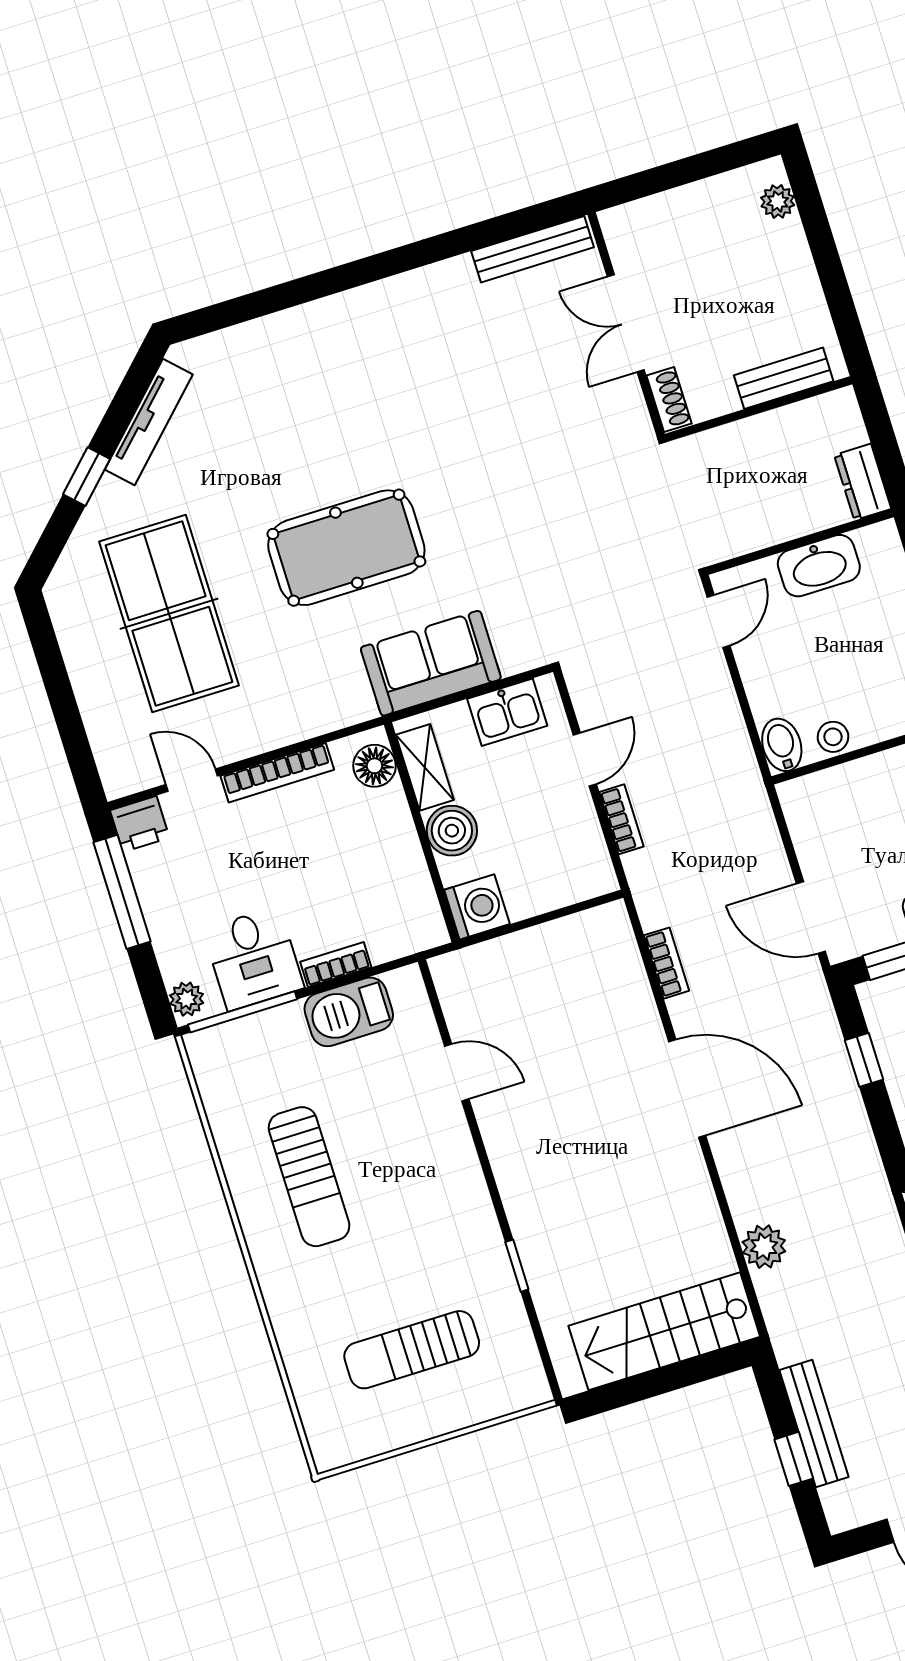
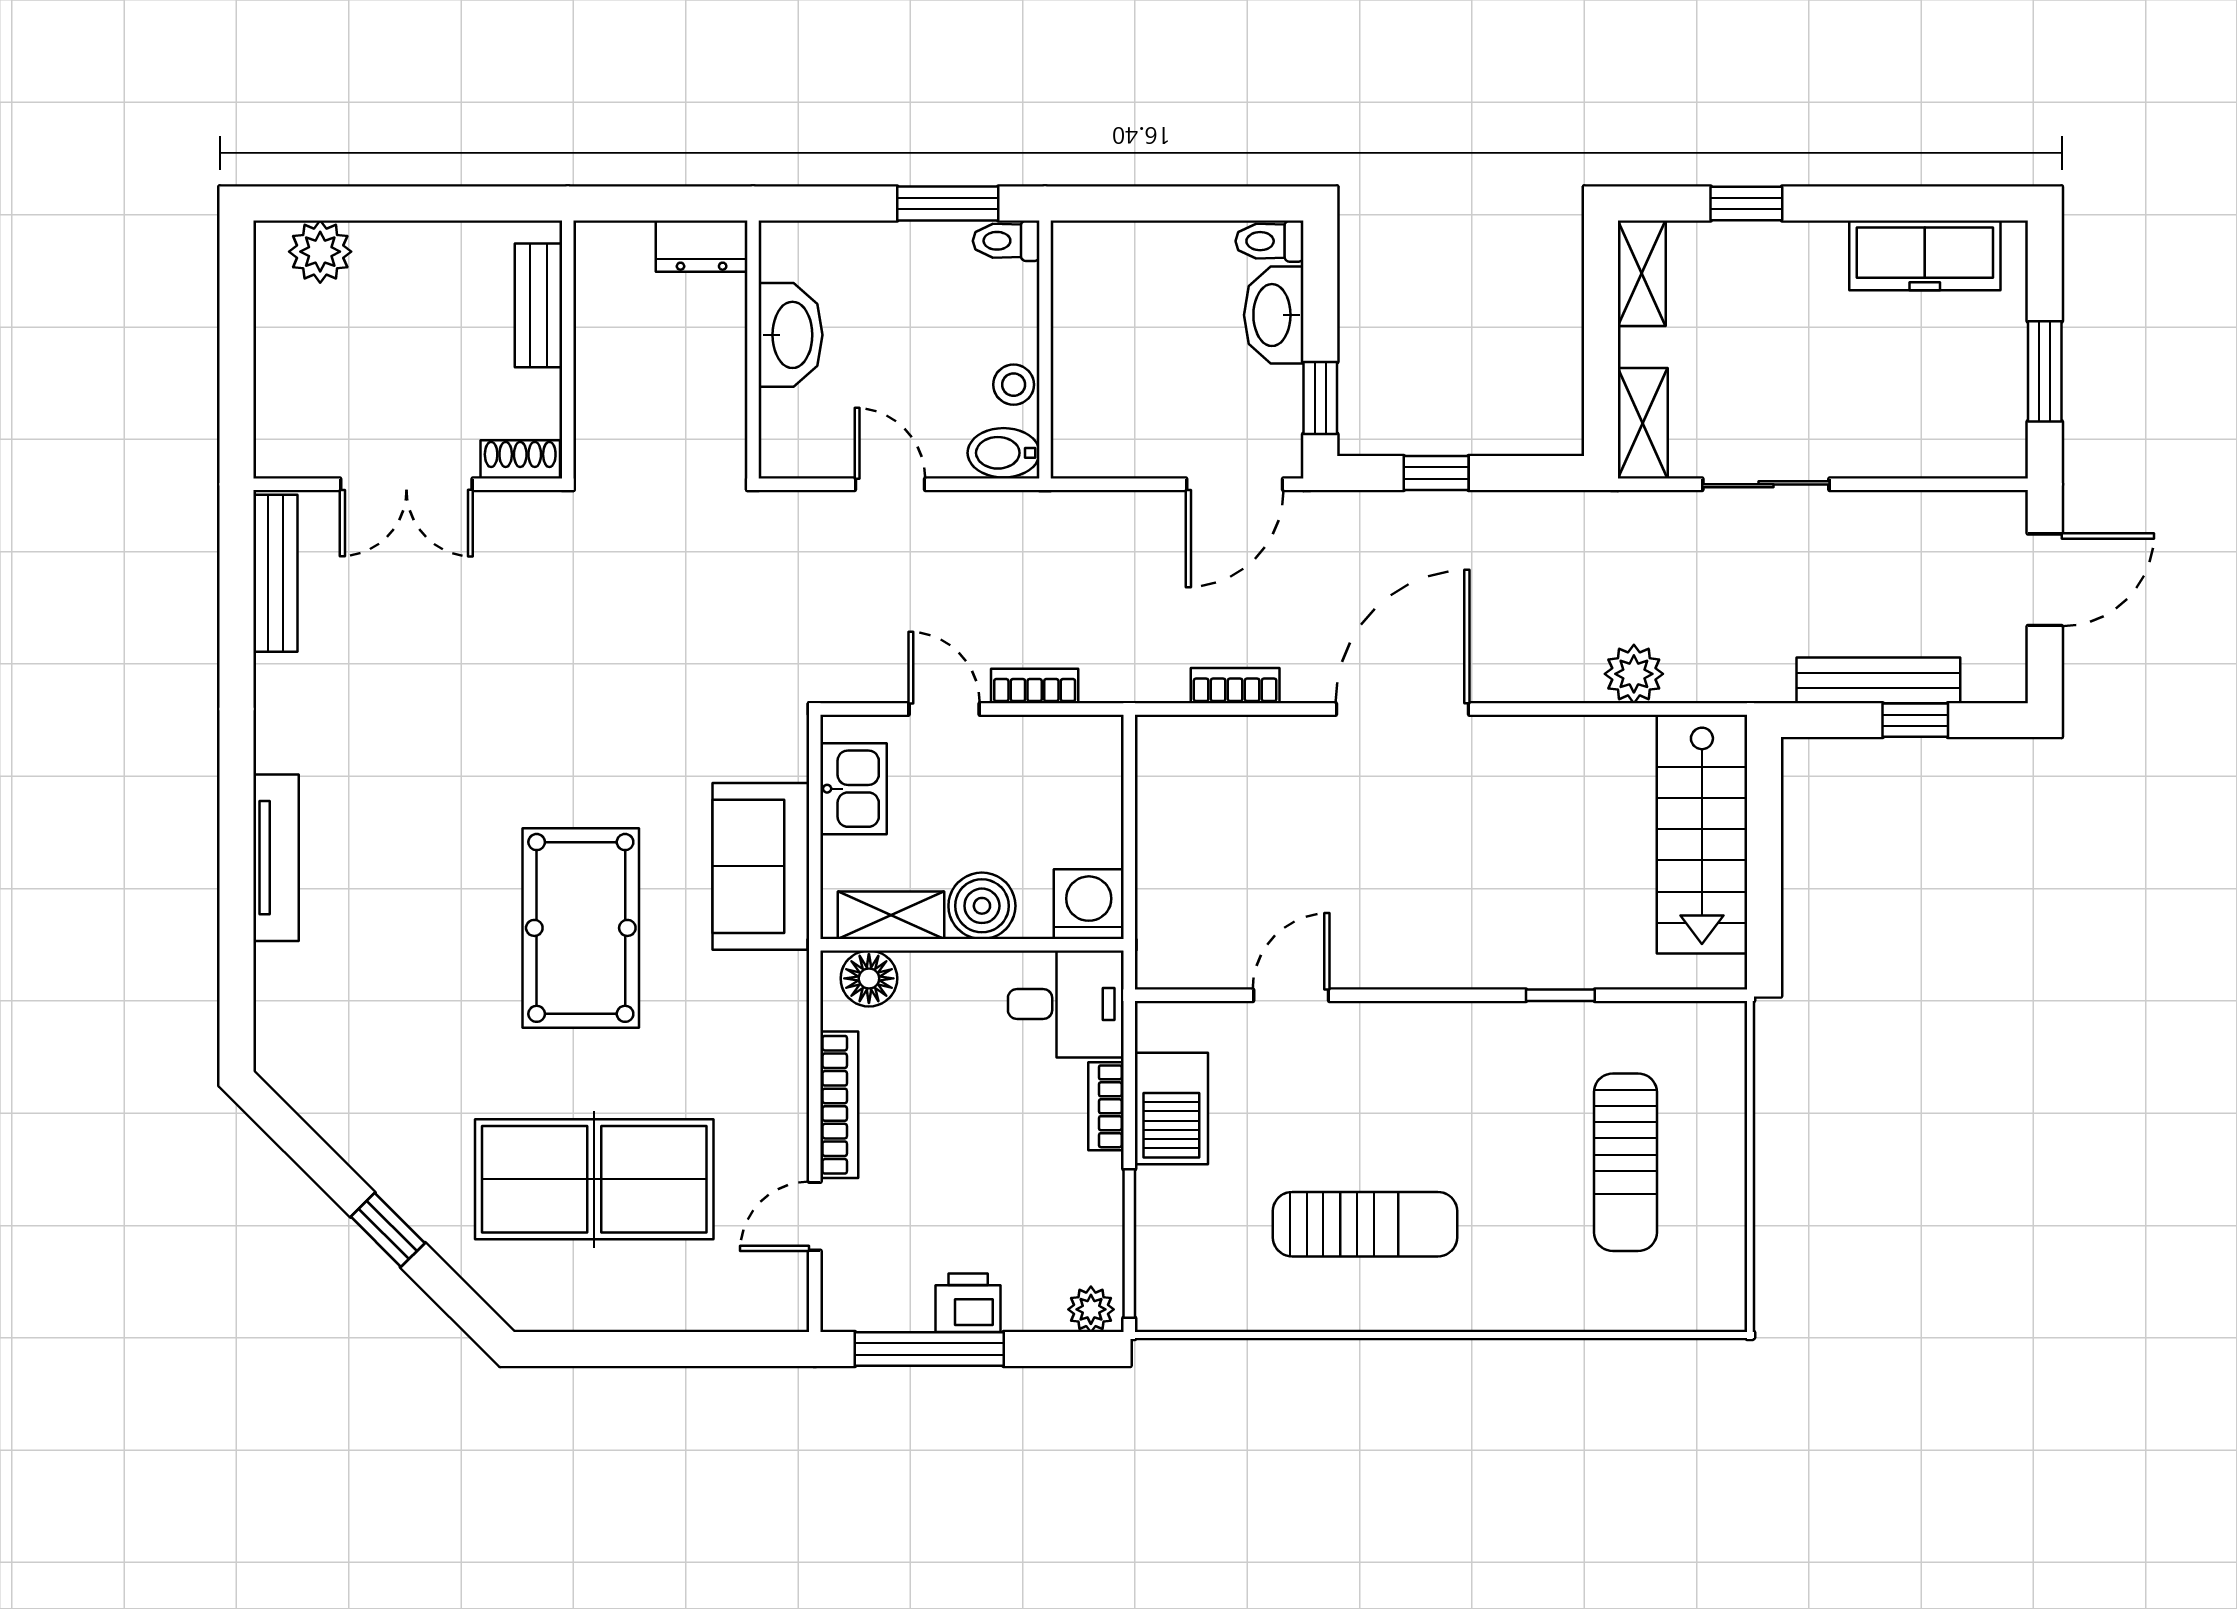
plant: (778, 201) -> (320, 252), width x1.38, depth x1.38
tv unit: (149, 422) -> (276, 858), moved, turned 45
door: (719, 621) -> (890, 484), moved
printer: (140, 824) -> (968, 1303), moved, turned -90
desk: (253, 959) -> (1066, 1004), moved

